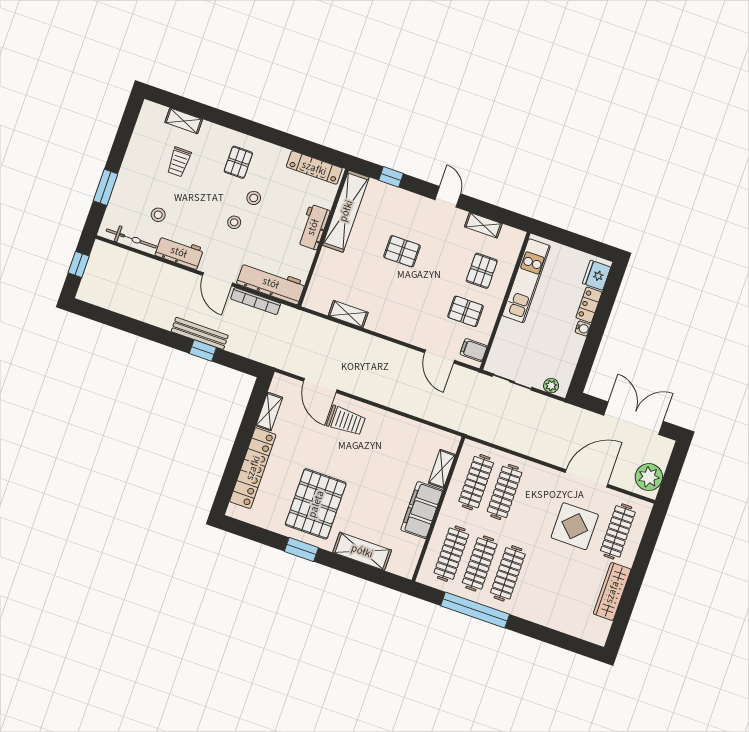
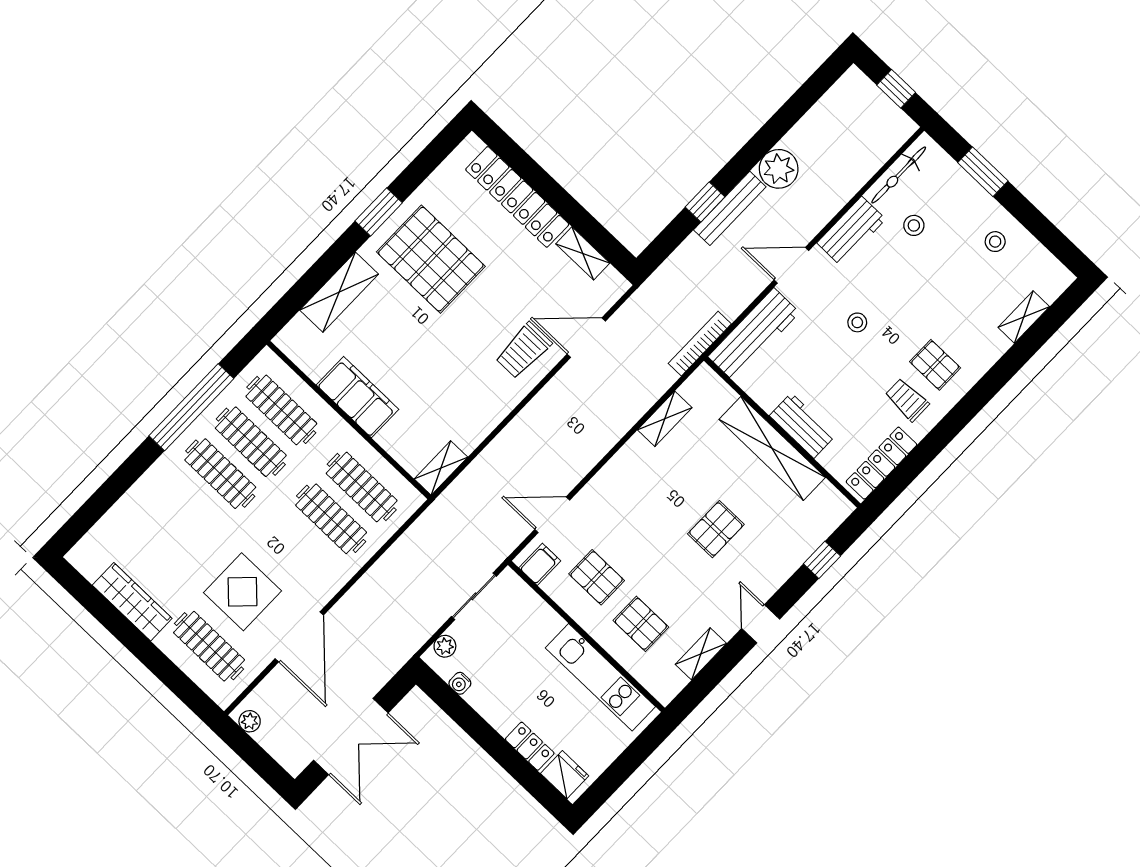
trolley: (179, 162) -> (907, 400), moved
door: (448, 197) -> (761, 624), swing flipped
stool: (254, 198) -> (995, 242), moved
shelving: (346, 211) -> (772, 448), moved
bookcase: (256, 301) -> (700, 344), moved
pallet: (465, 311) -> (597, 577), turned 90
plant: (161, 314) -> (779, 169), added
water cooler: (583, 328) -> (460, 683), moved
shelving: (442, 469) -> (441, 468), moved, turned 90
plant: (649, 477) -> (250, 721), width x0.53, depth x0.53

